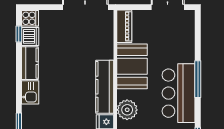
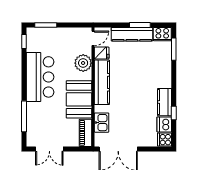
window: (19, 34) -> (174, 113), moved
window: (198, 79) -> (24, 116), moved
kitchen sink: (30, 92) -> (102, 123), moved, turned 180

